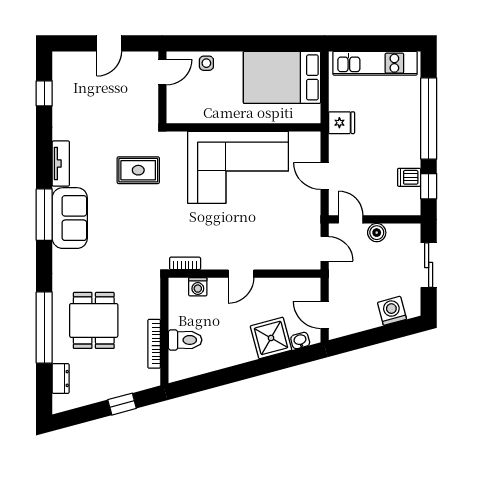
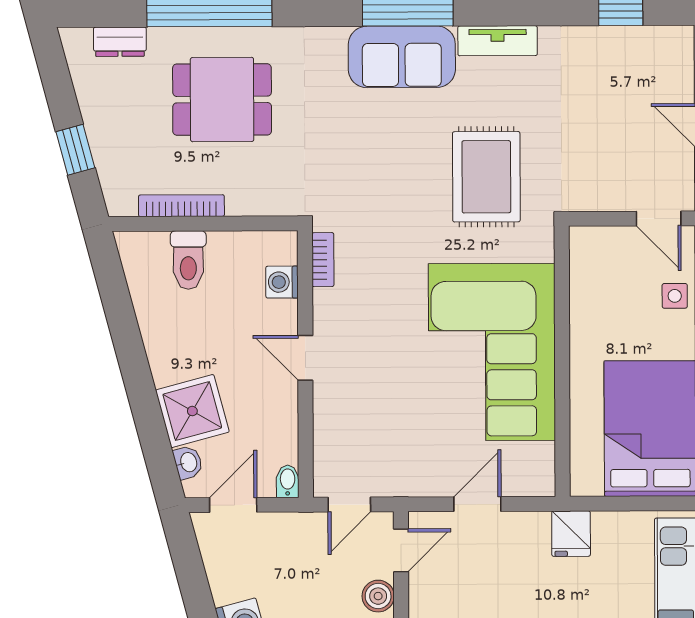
rug: (138, 170) -> (486, 177), width x1.36, depth x1.43
bidet: (311, 284) -> (288, 481), added

